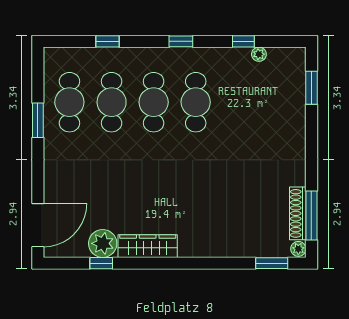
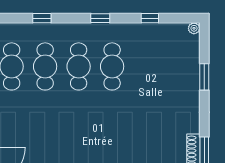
plant: (259, 54) -> (194, 28), moved
window: (311, 88) -> (204, 77), moved

